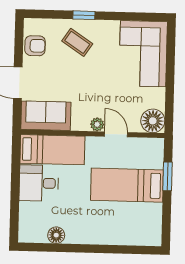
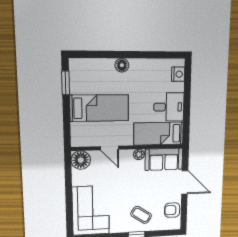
plant: (97, 124) -> (139, 154), moved
window: (167, 176) -> (66, 83), moved
nightstand: (27, 224) -> (178, 74), added
floor lamp: (56, 235) -> (122, 65), moved

